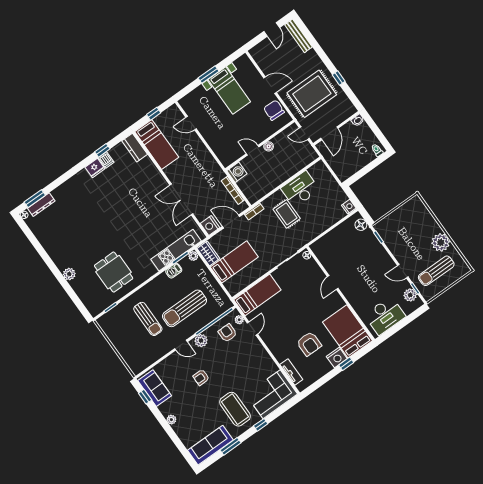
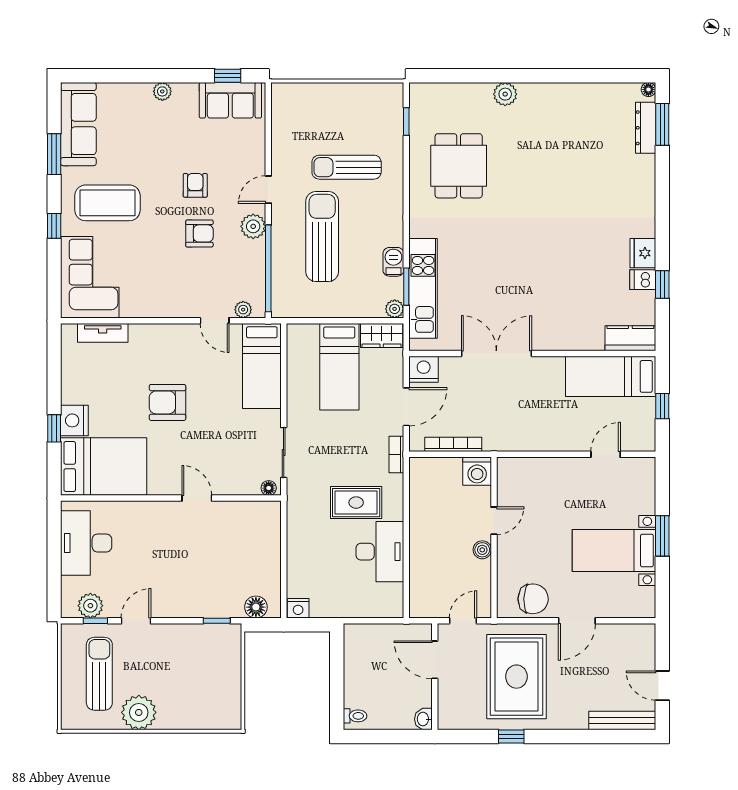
dining table: (114, 272) -> (459, 166), turned 90
armchair: (228, 333) -> (199, 233), moved
armchair: (309, 344) -> (167, 402), moved

